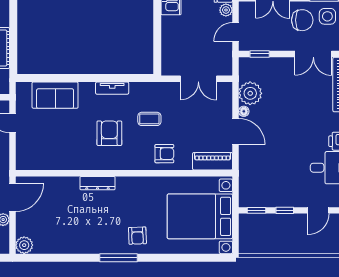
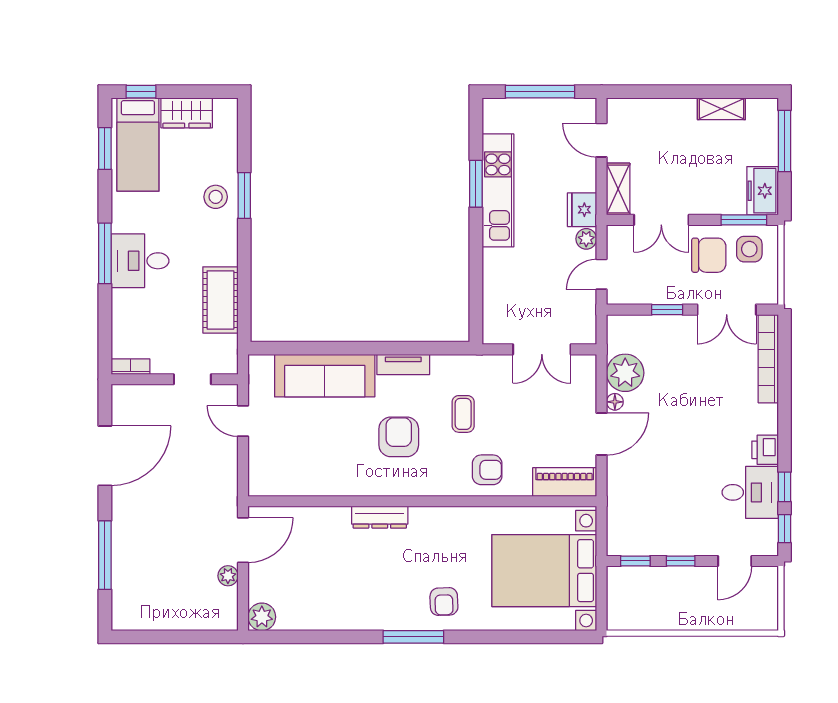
window: (260, 54) -> (667, 310), moved
sofa: (55, 95) -> (325, 376), width x1.36
coffee table: (149, 119) -> (463, 414), turned 90
door: (235, 131) -> (602, 434), hinge flipped

